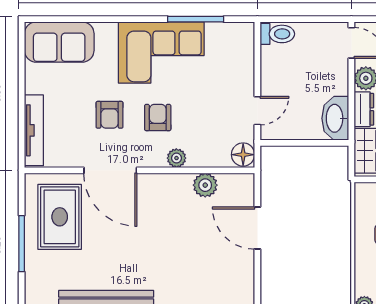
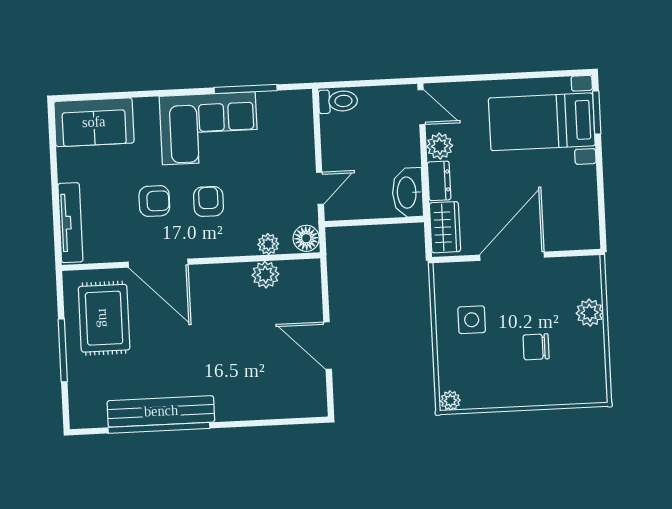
armchair: (110, 115) -> (154, 201), turned -90
plant: (176, 158) -> (268, 244), moved
door: (257, 228) -> (328, 346), moved

